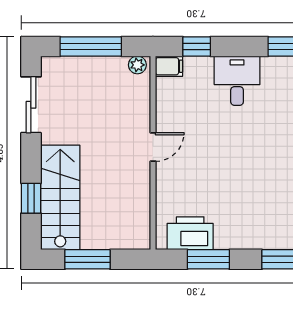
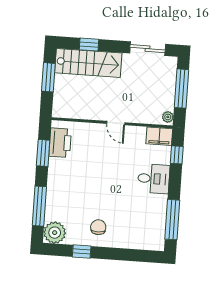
filing cabinet: (169, 66) -> (159, 136), width x2.00

